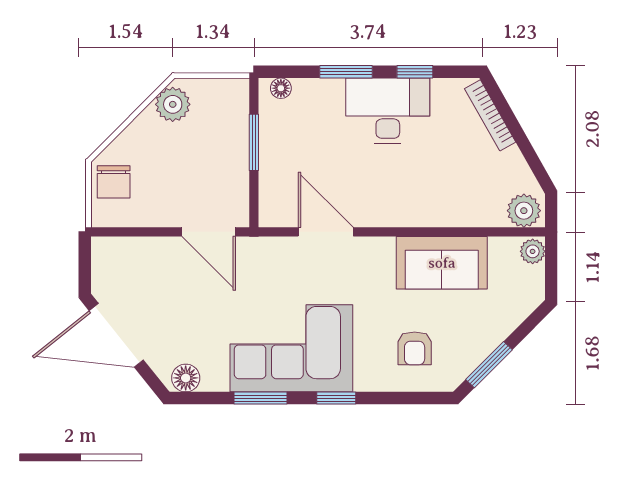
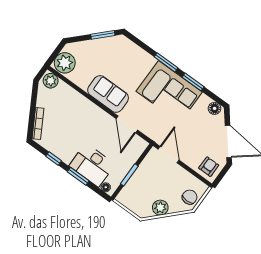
plant: (173, 104) -> (160, 208), moved
desk: (388, 111) -> (92, 165), moved
plant: (533, 251) -> (65, 63), width x1.88, depth x1.88
sofa: (442, 263) -> (108, 94), moved
armchair: (415, 348) -> (209, 167), moved
window: (336, 398) -> (166, 62), width x1.50

